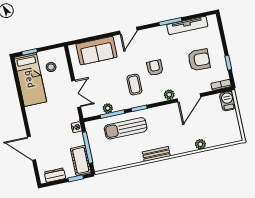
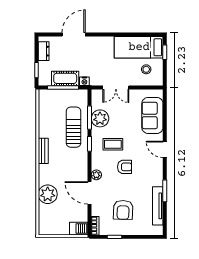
plant: (108, 108) -> (100, 118), width x1.88, depth x1.88
plant: (200, 144) -> (48, 194), width x1.87, depth x1.87
cot: (81, 160) -> (65, 78), moved

